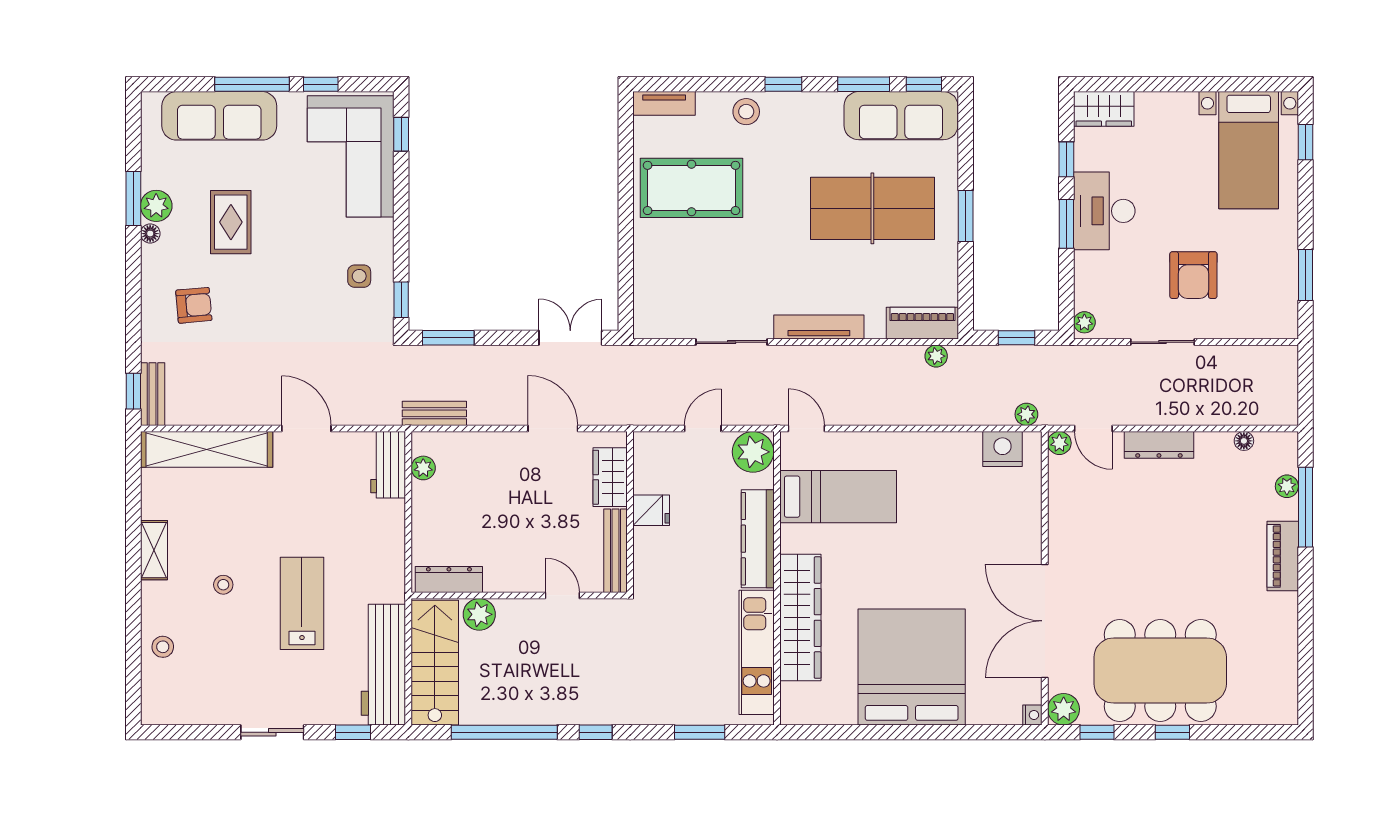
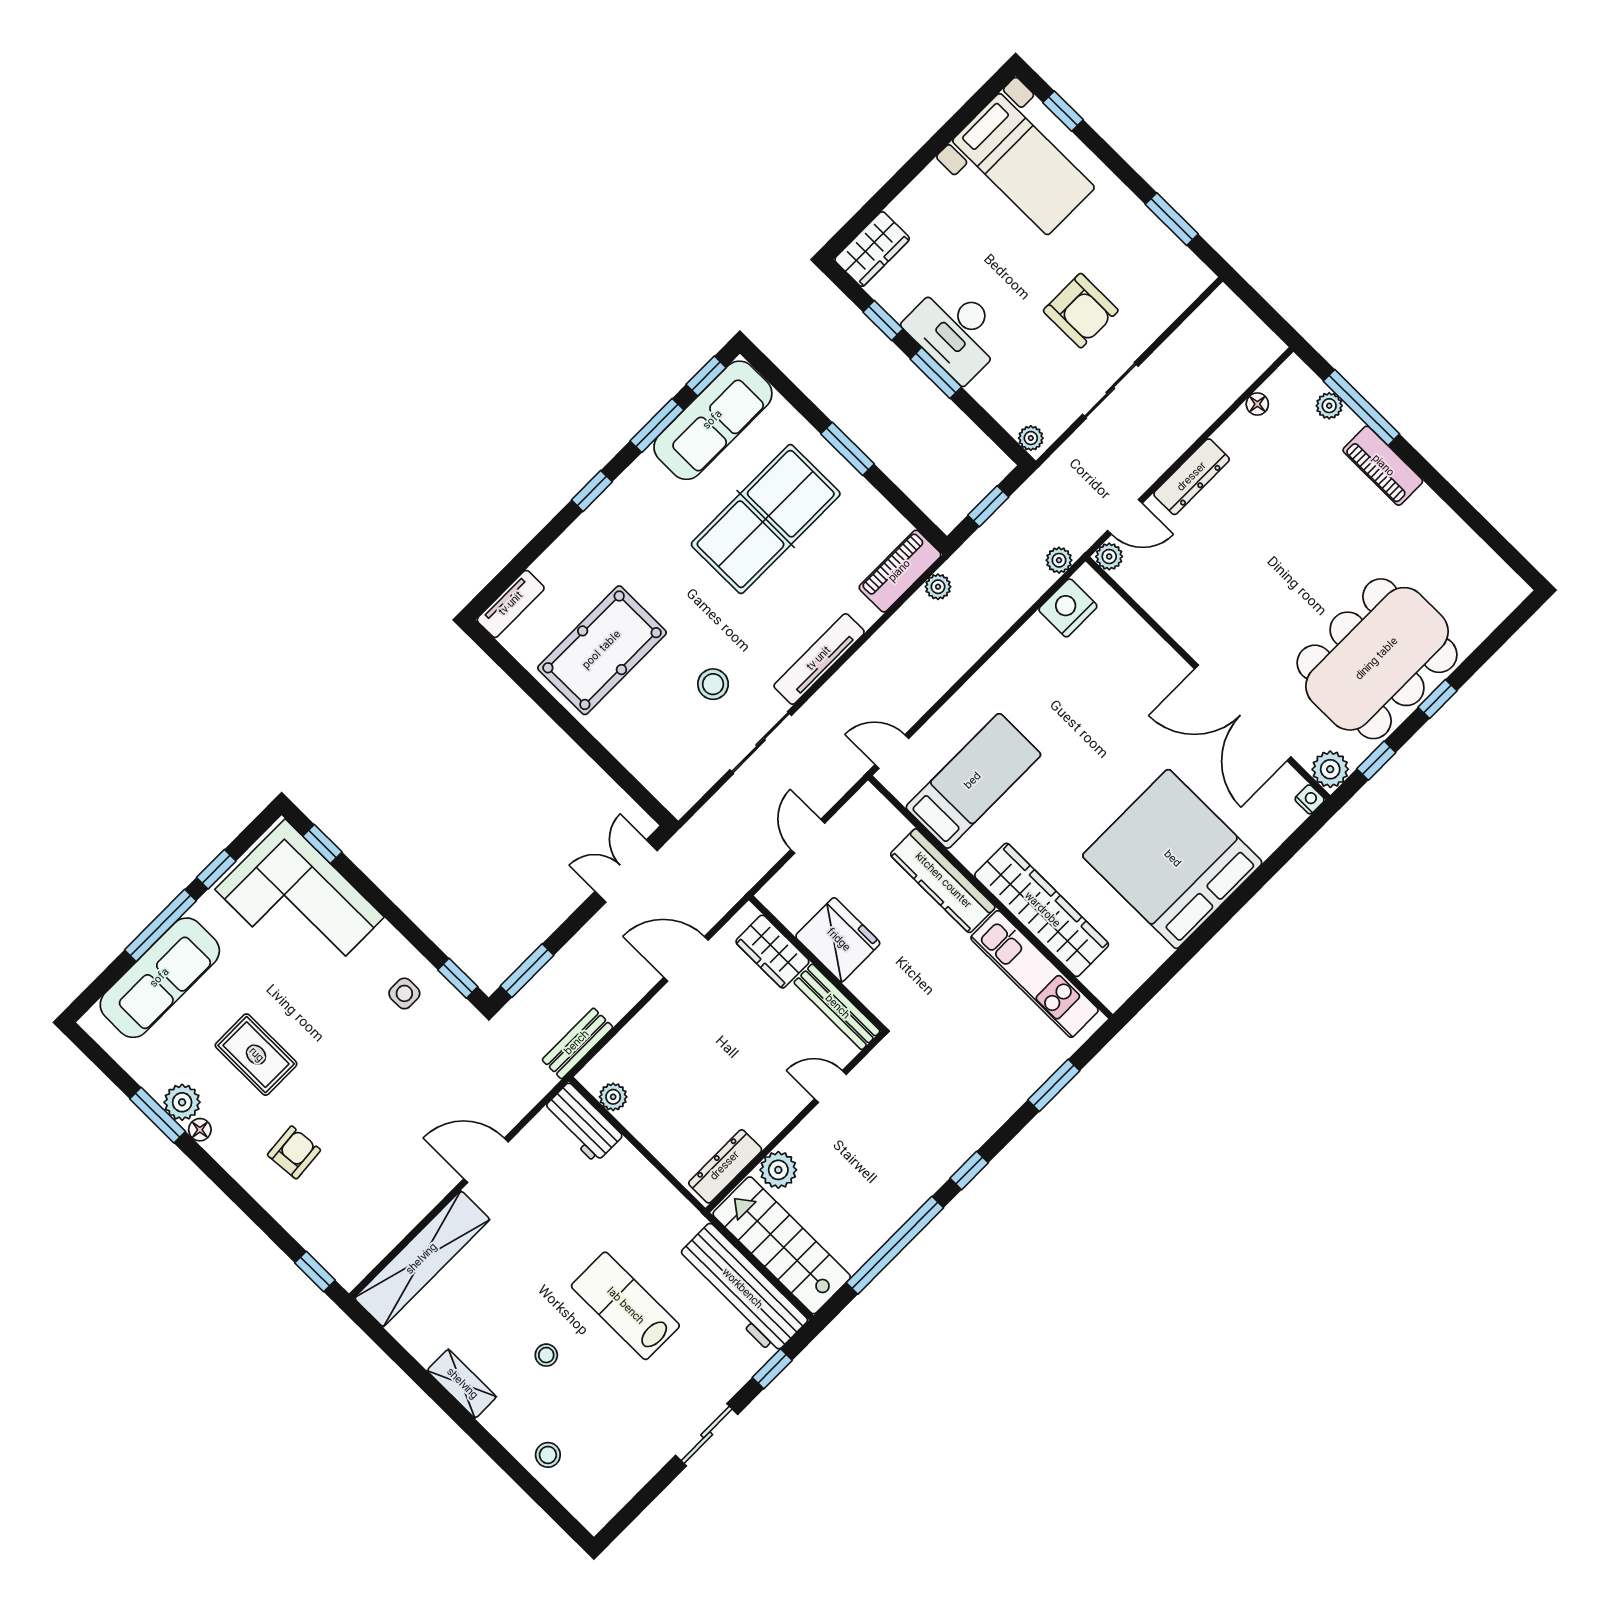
stool: (746, 112) -> (713, 684), moved
bench: (153, 394) -> (333, 1258), removed
plant: (753, 452) -> (868, 814), removed
fridge: (651, 510) -> (838, 940), width x1.88, depth x1.34

